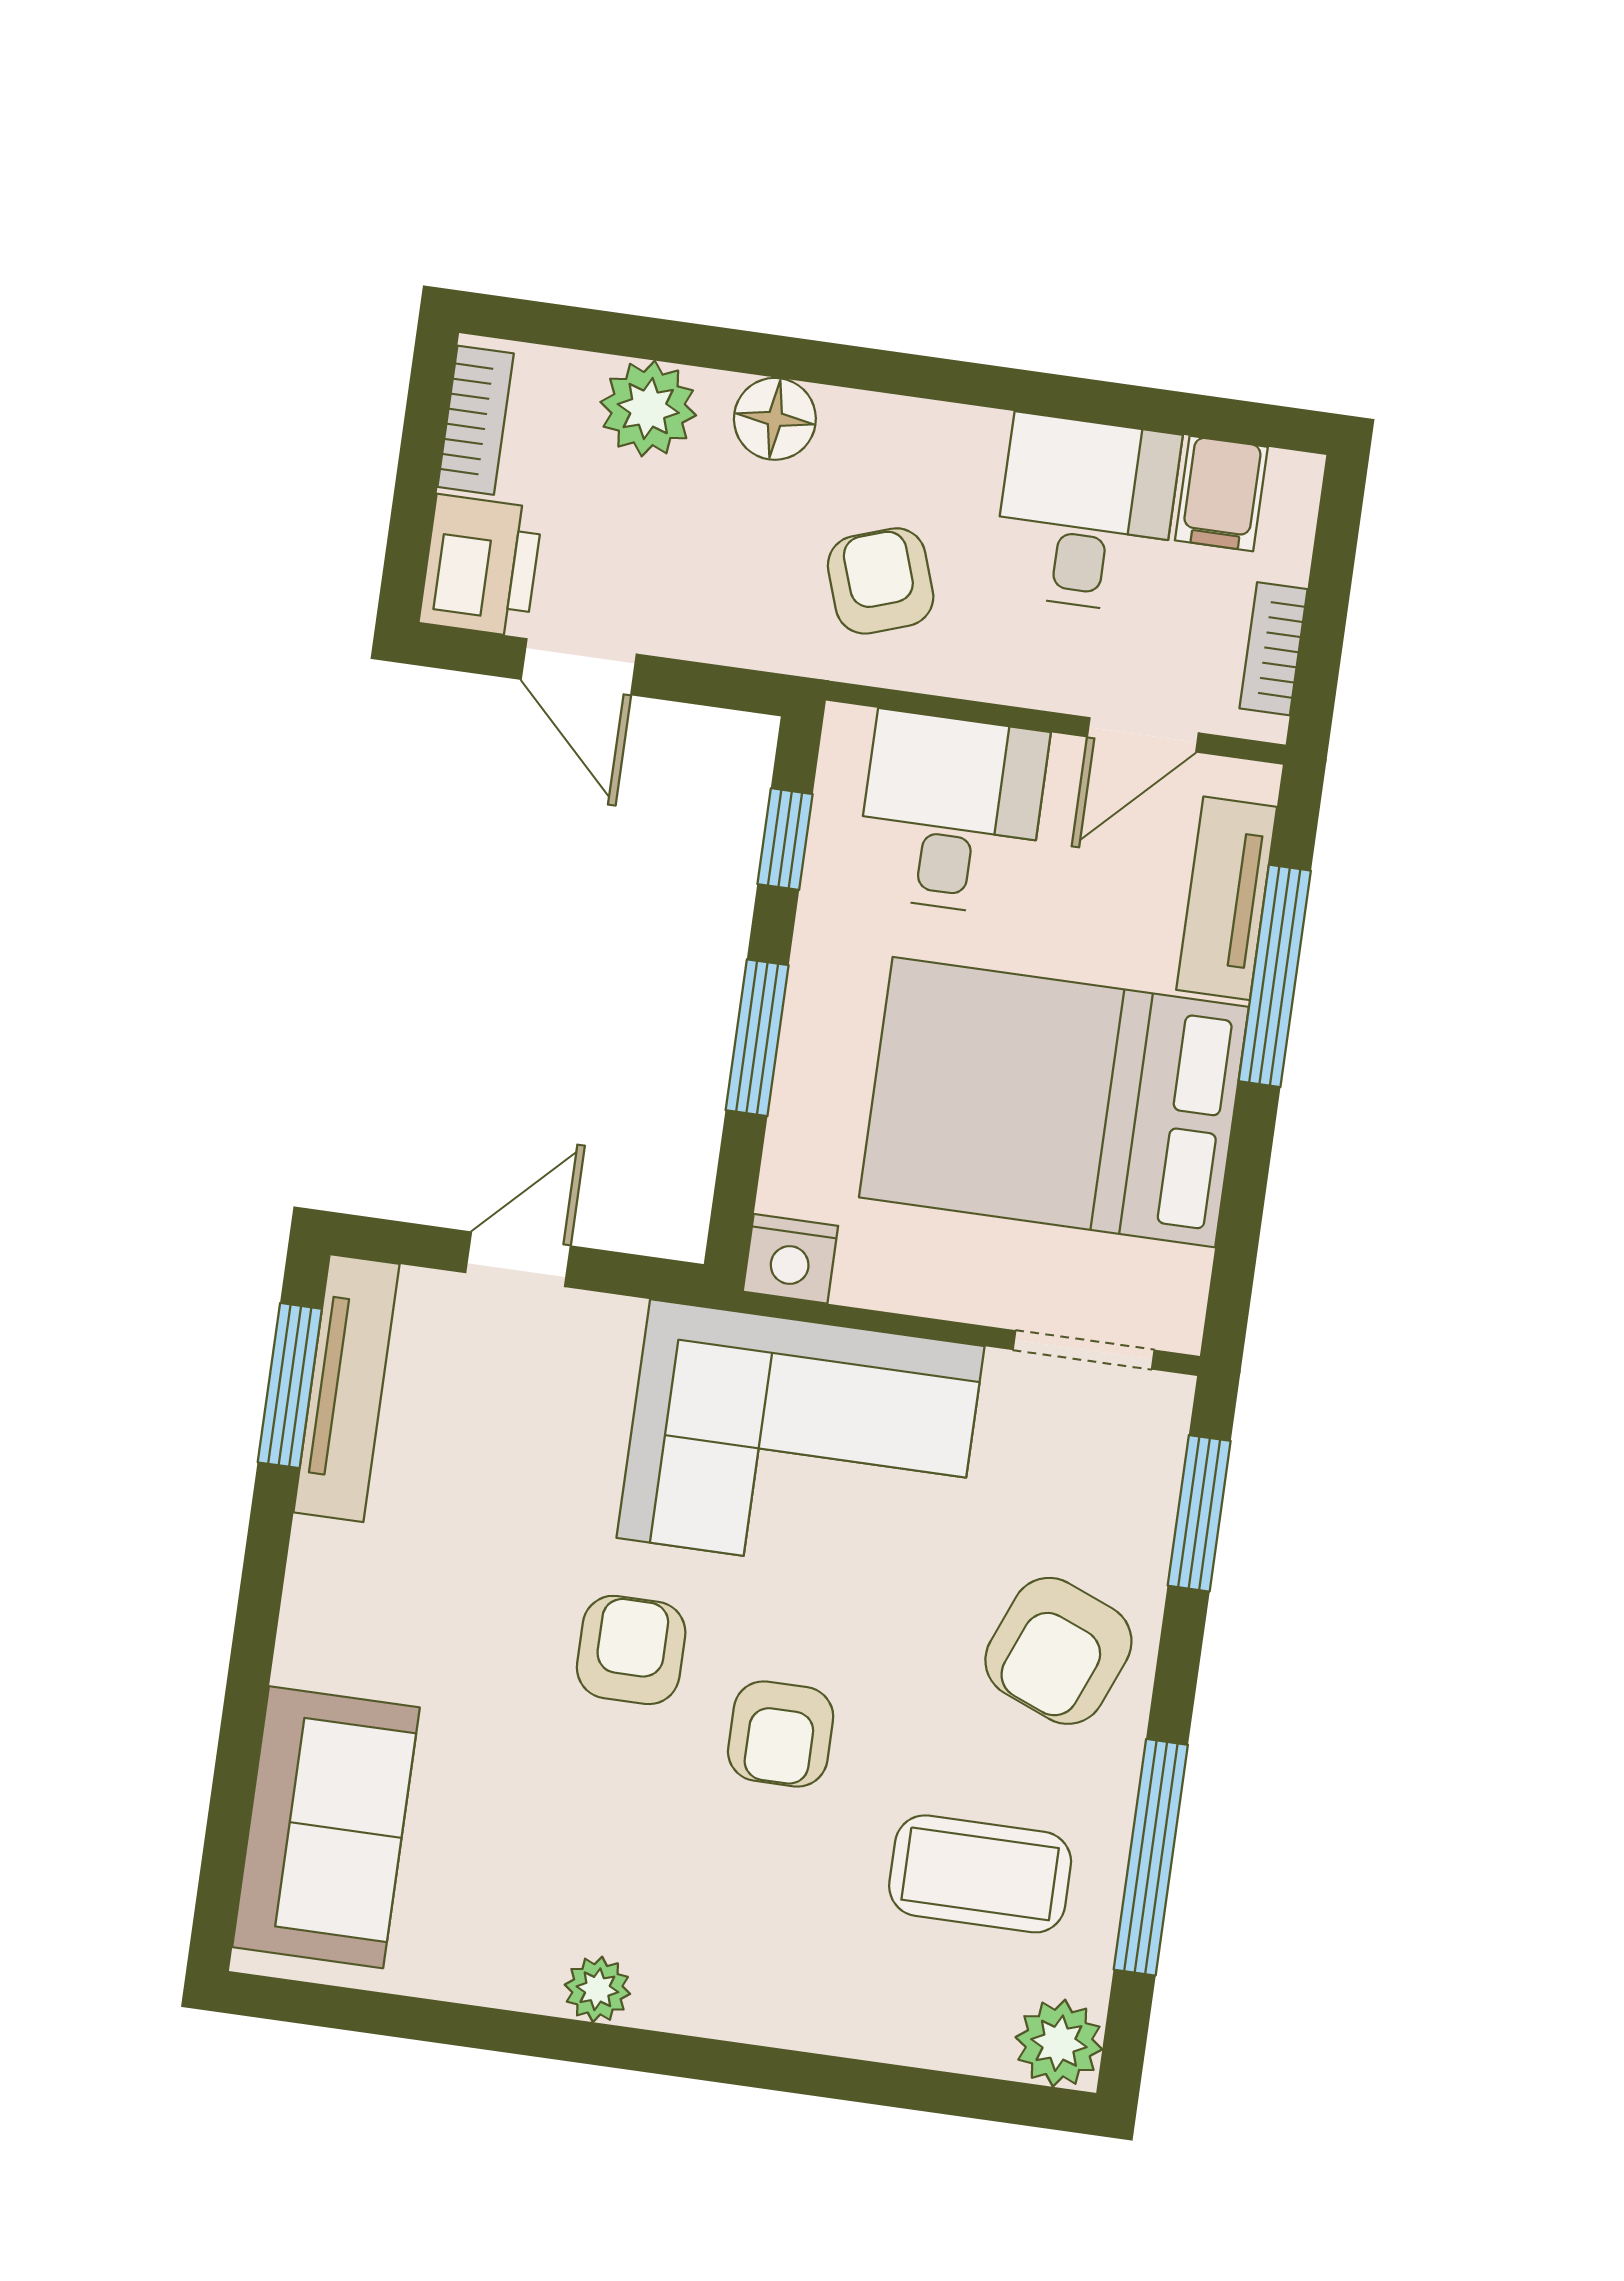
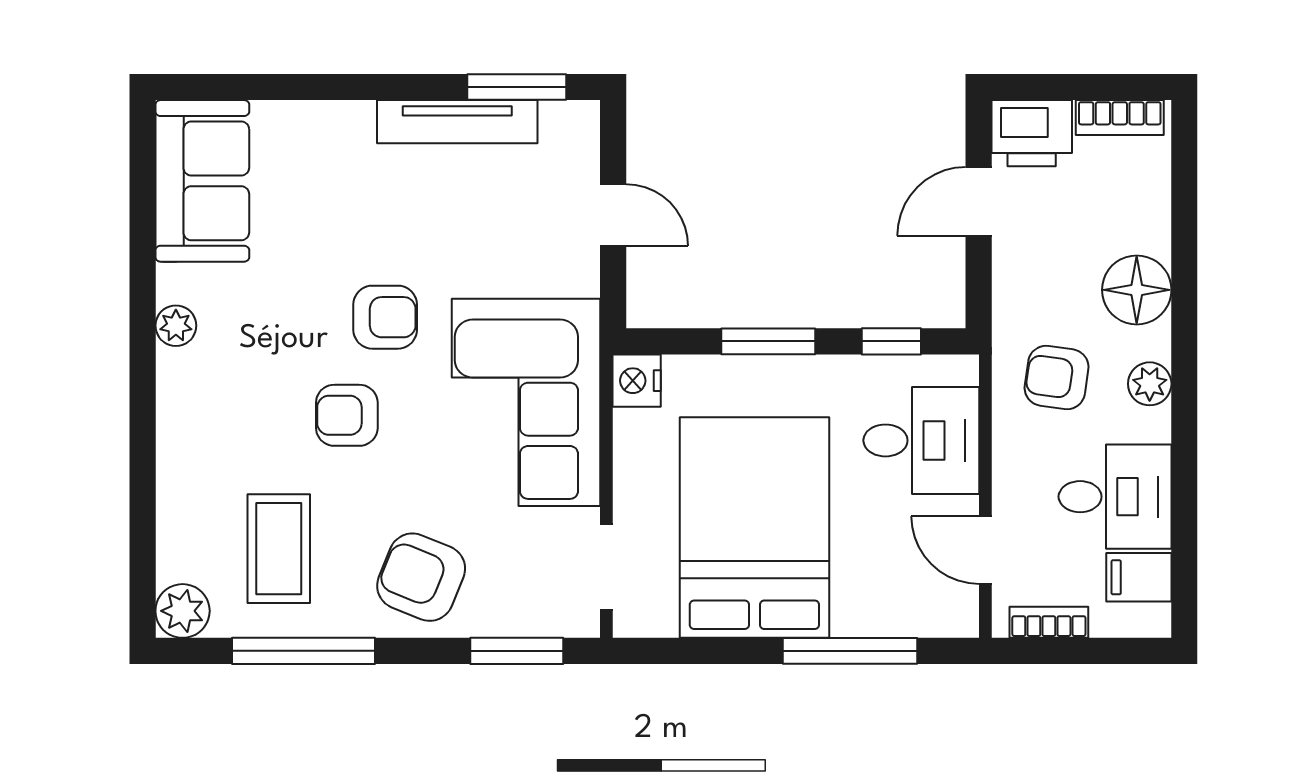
plant: (648, 409) -> (1150, 384), moved, width x0.73, depth x0.73
floor lamp: (775, 419) -> (1137, 290), width x1.38, depth x1.38
armchair: (881, 581) -> (1057, 378), turned -153
tv unit: (1227, 898) -> (893, 615), removed
tv unit: (346, 1388) -> (457, 122), moved
sofa: (326, 1827) -> (202, 181), moved, turned -90

